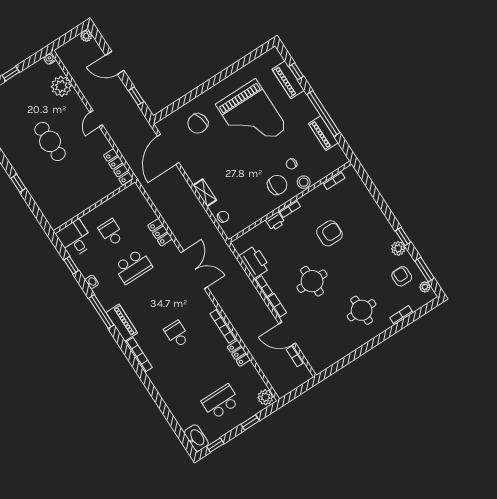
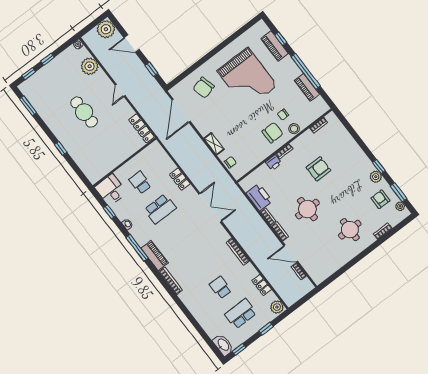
plant: (86, 36) -> (106, 29), width x1.87, depth x1.87
school desk: (177, 334) -> (221, 288), moved
locker: (239, 353) -> (262, 285), moved

